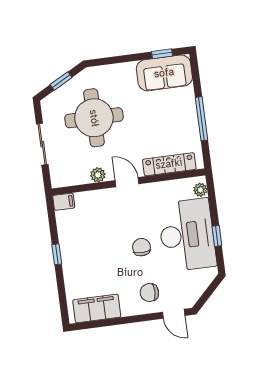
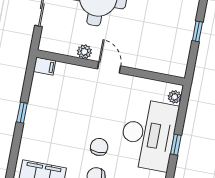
window: (201, 119) -> (197, 31), width x0.46
locker: (169, 164) -> (154, 64), removed
chair: (142, 247) -> (99, 147), moved

